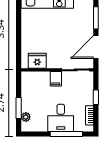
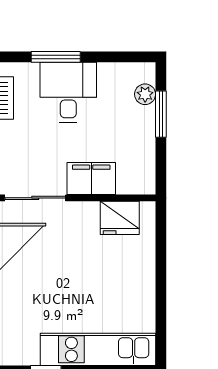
filing cabinet: (56, 79) -> (91, 179), width x2.00
window: (66, 134) -> (56, 57), width x0.69

